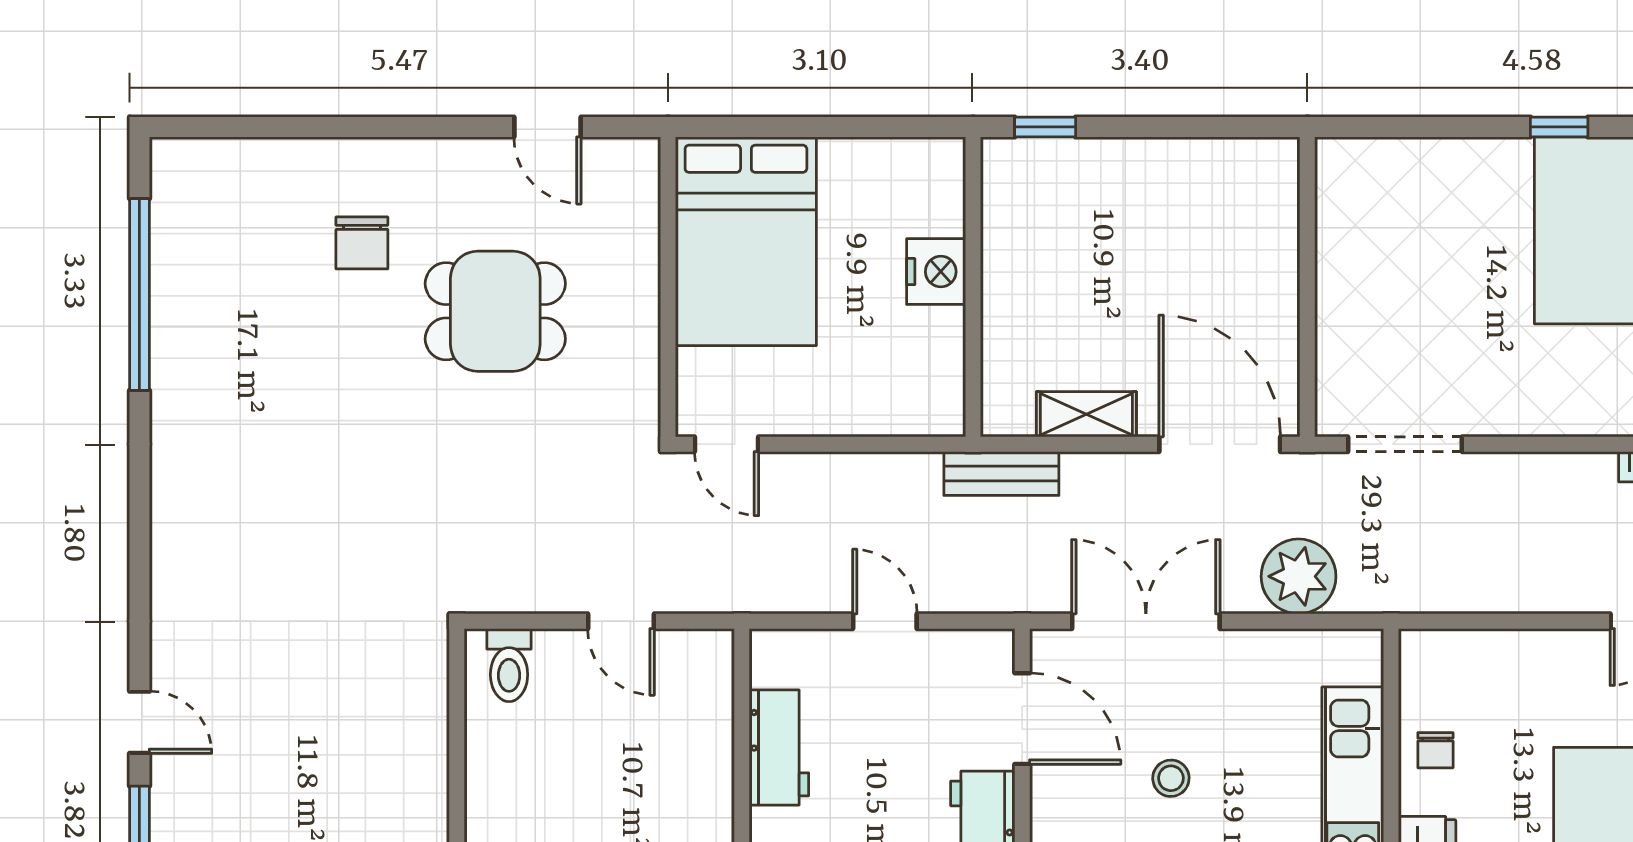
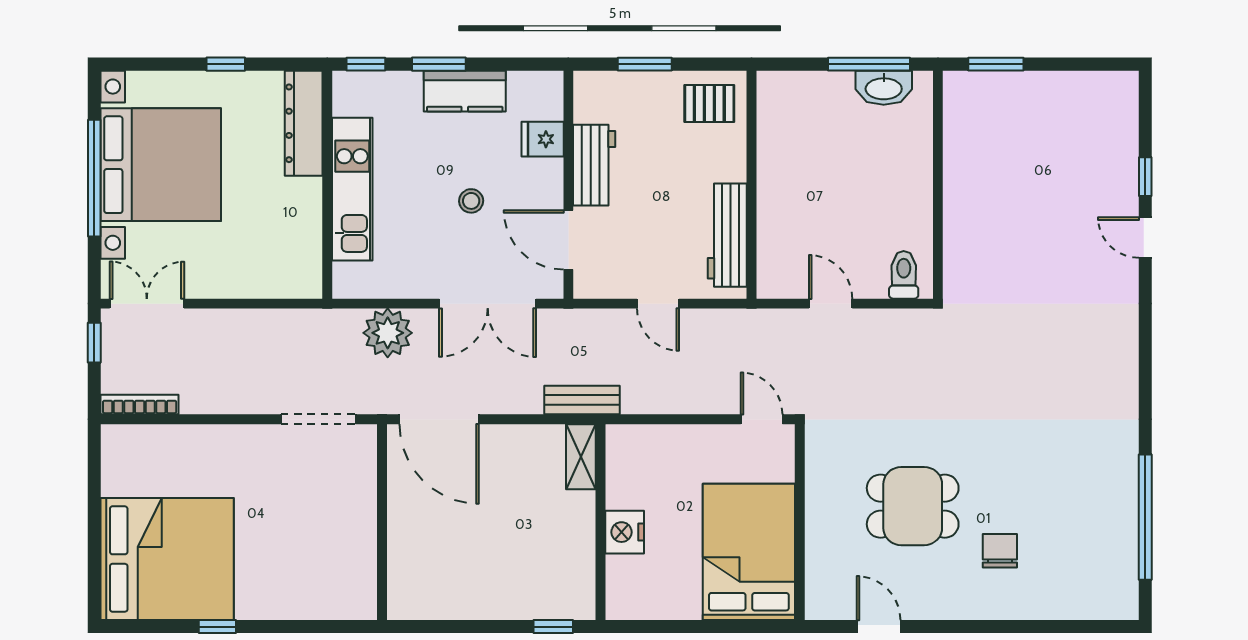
shelving: (1086, 414) -> (581, 457), moved, turned 90
workbench: (779, 748) -> (727, 235), width x1.37
chair: (1435, 750) -> (298, 219), removed

